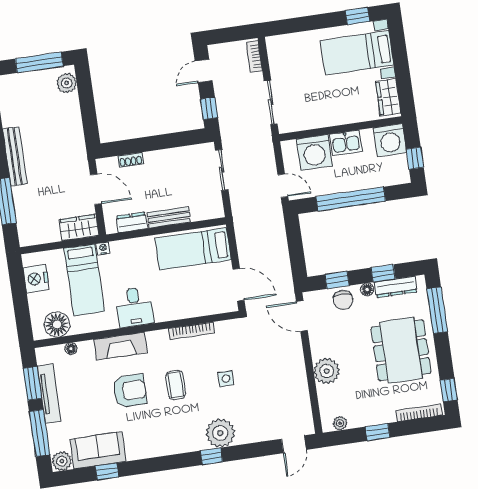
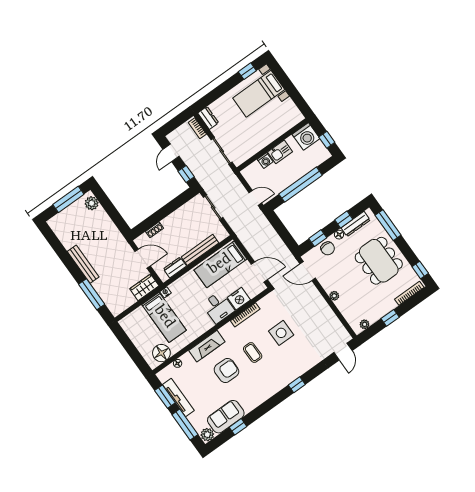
dresser: (275, 50) -> (208, 118), added
wardrobe: (388, 97) -> (292, 111), removed
washing machine: (314, 152) -> (265, 160), width x0.53, depth x0.53
bench: (169, 217) -> (200, 250), width x1.36
nightstand: (36, 279) -> (239, 299), moved, turned -90
desk: (134, 307) -> (218, 307), moved
plant: (327, 371) -> (334, 296), width x0.53, depth x0.53
side table: (226, 379) -> (281, 333), width x1.87, depth x1.87
plant: (220, 433) -> (295, 368), removed

